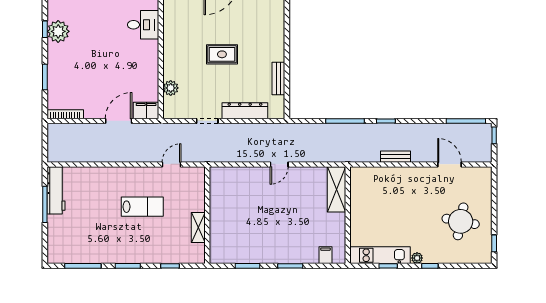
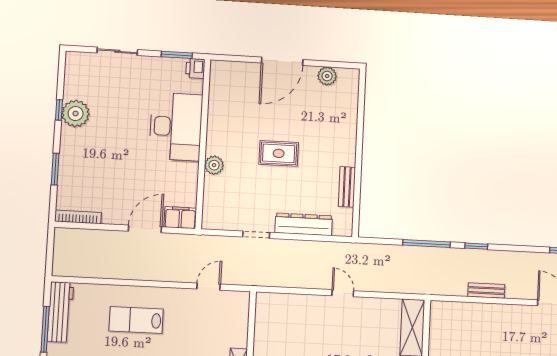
desk: (143, 25) -> (176, 127), width x1.87, depth x1.30
plant: (171, 88) -> (214, 165), moved
door: (279, 164) -> (343, 293), swing flipped
lab bench: (142, 207) -> (136, 320), moved, turned 180

